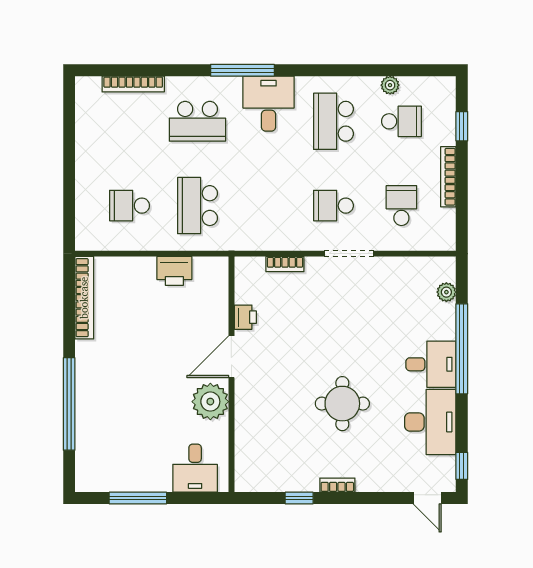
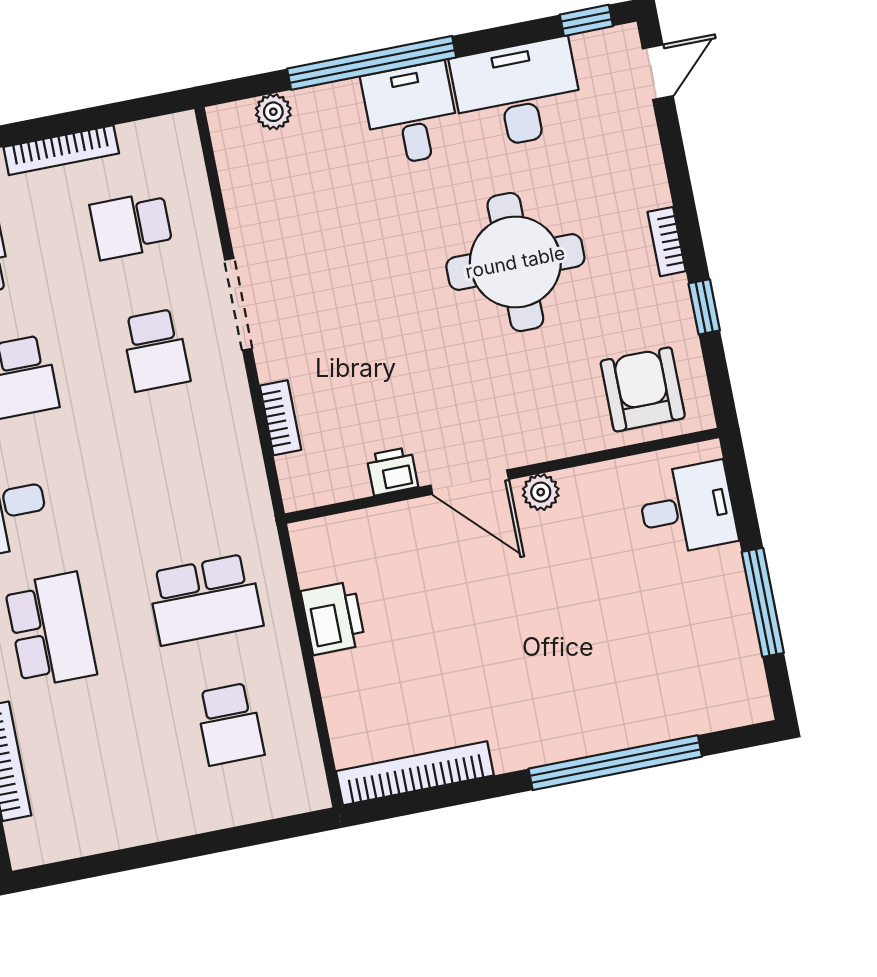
plant: (210, 402) -> (541, 492), width x0.53, depth x0.53
round table: (342, 404) -> (515, 262), width x1.36, depth x1.36
armchair: (262, 457) -> (643, 389), added

